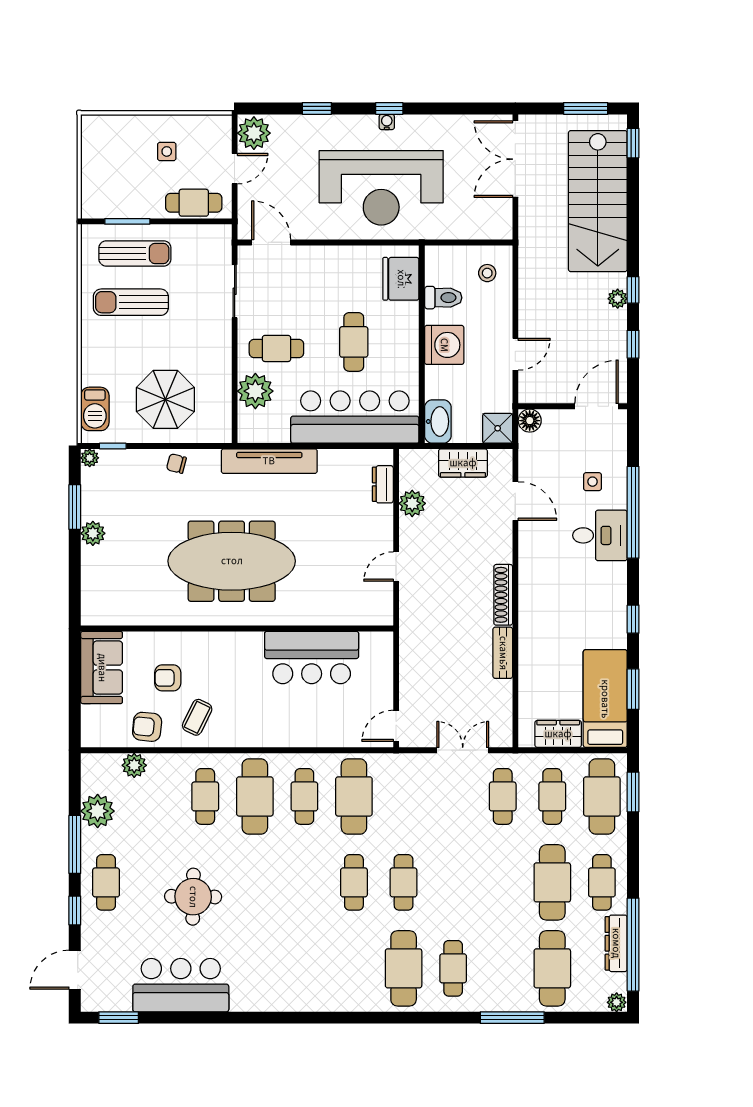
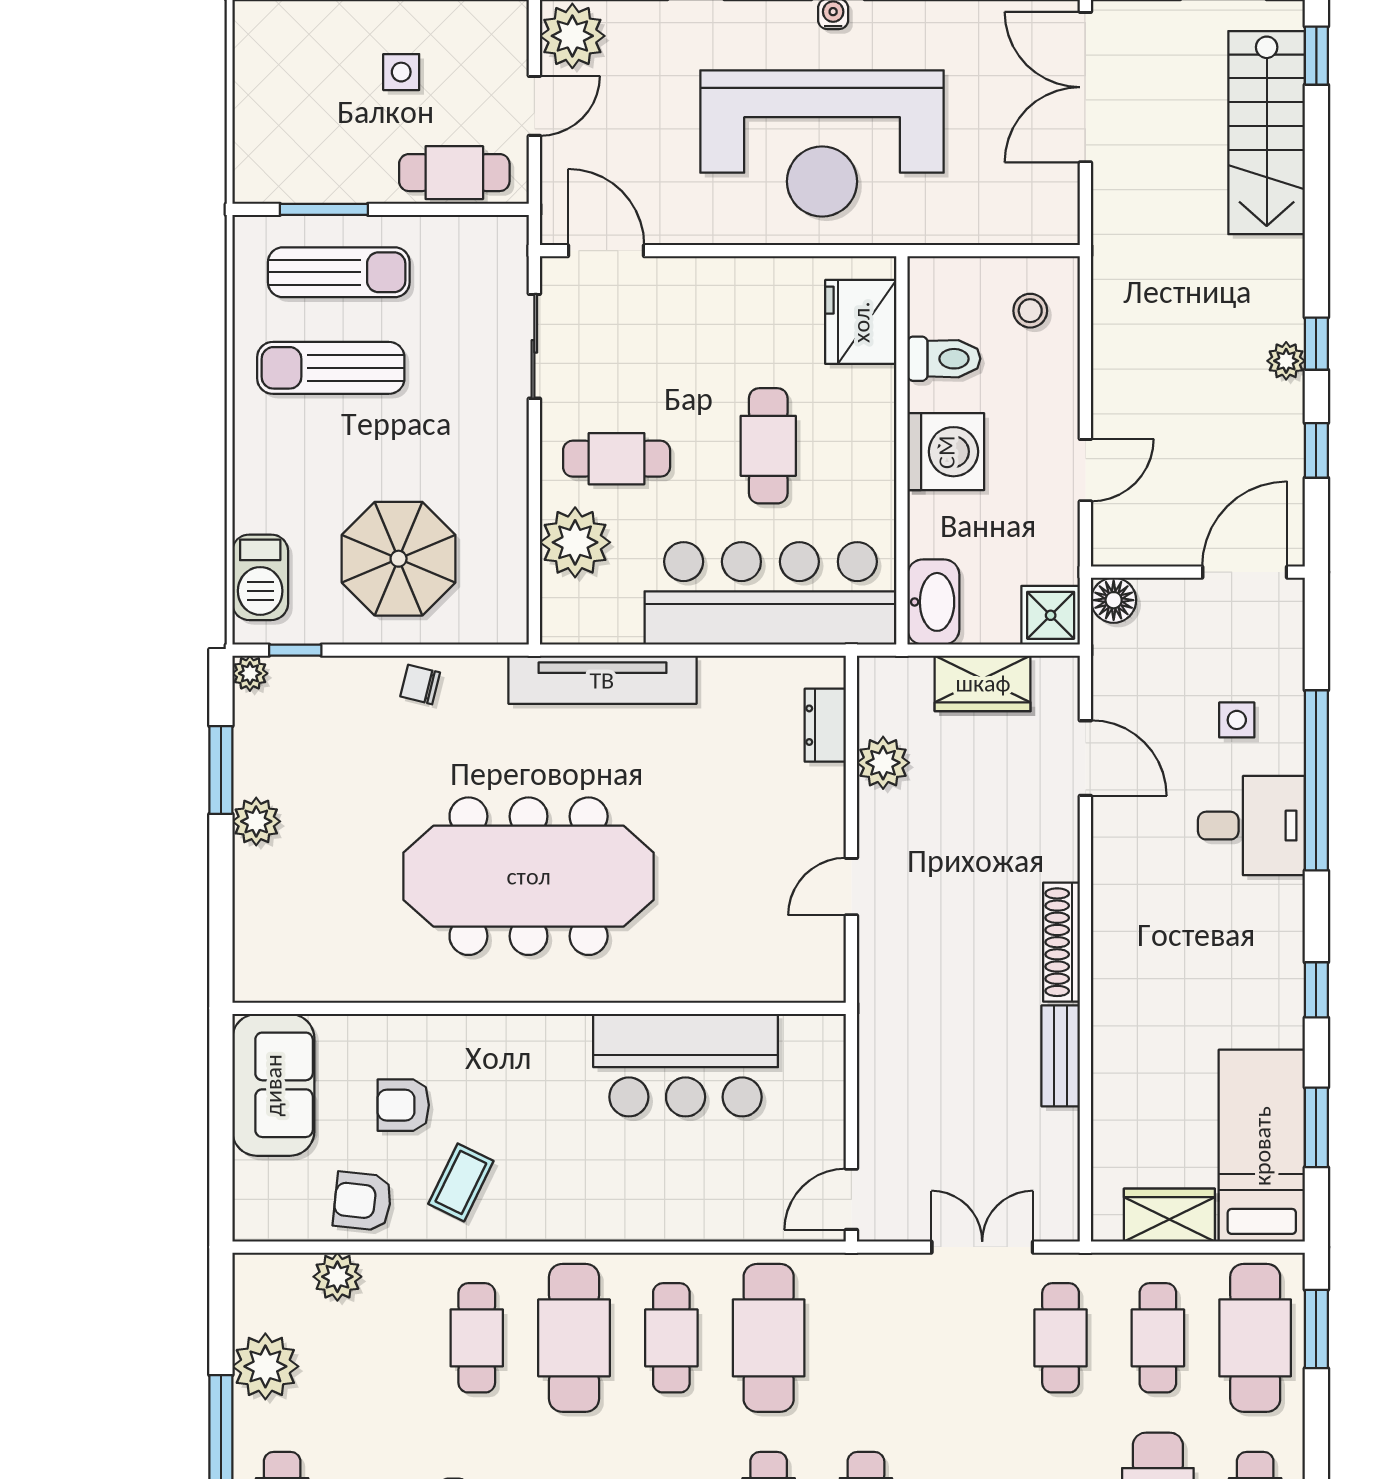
stairs: (598, 201) -> (1267, 133), width x0.73, depth x0.66

